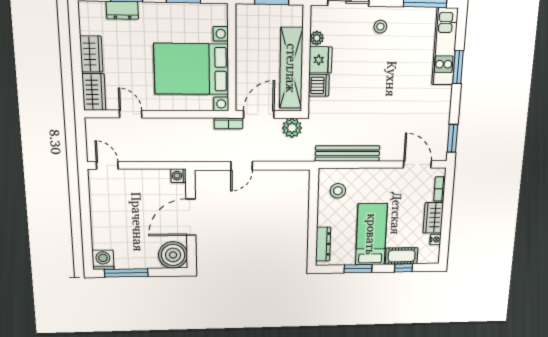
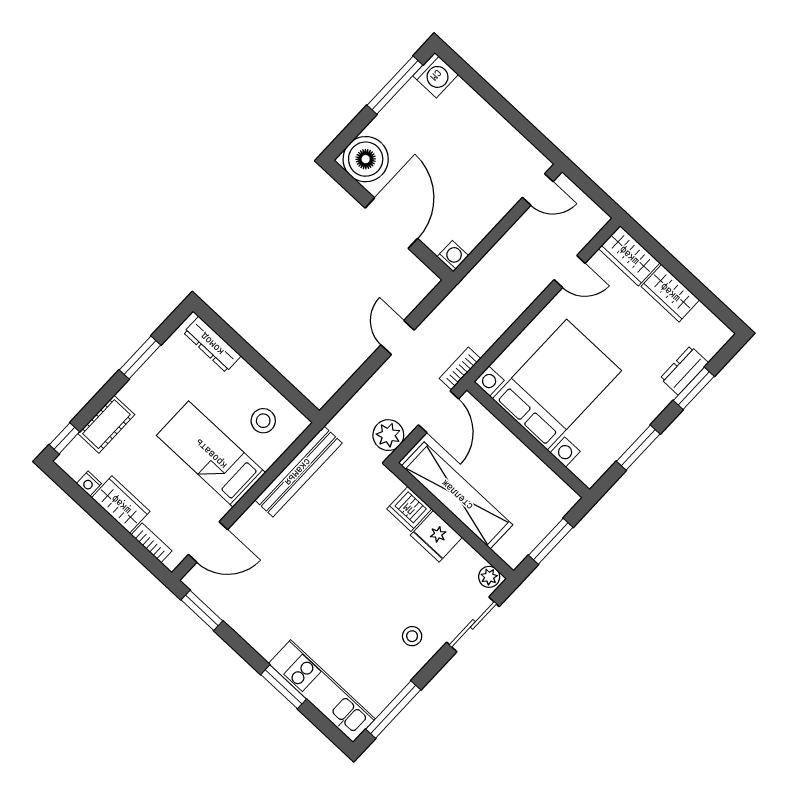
plant: (317, 38) -> (489, 577), moved
bed: (371, 234) -> (211, 454), moved, turned 180
window: (404, 268) -> (64, 438), moved

